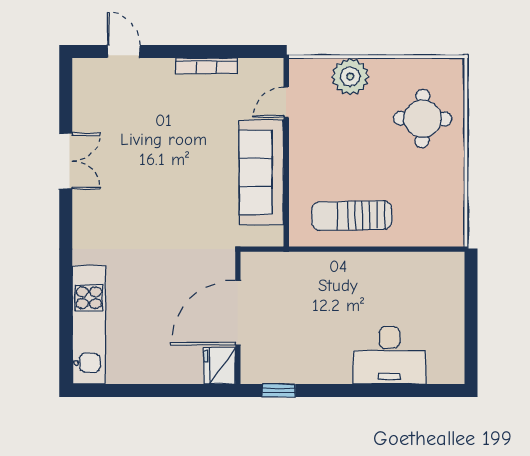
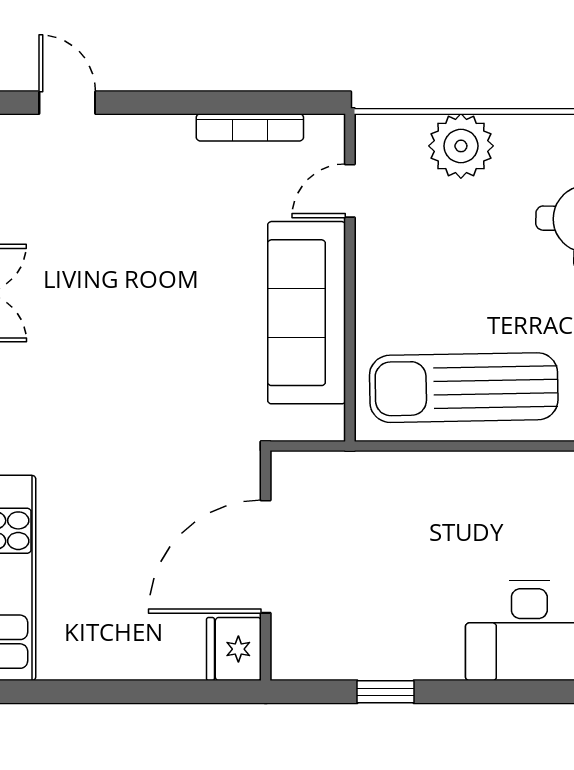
bookcase: (206, 66) -> (250, 127), moved
sun lounger: (352, 215) -> (464, 388), width x1.36, depth x1.34
window: (279, 390) -> (385, 692), moved

